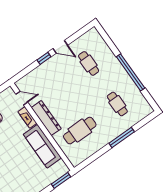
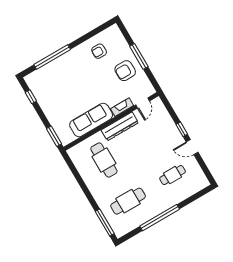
door: (60, 47) -> (192, 147), hinge flipped
cafe table: (117, 104) -> (128, 201), width x1.37, depth x1.35
window: (122, 137) -> (105, 223), moved

